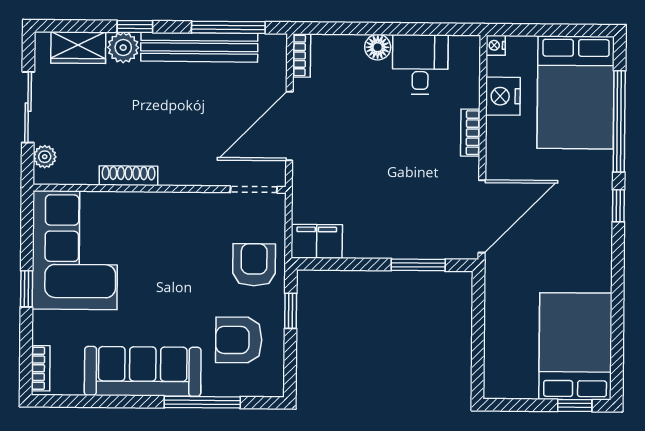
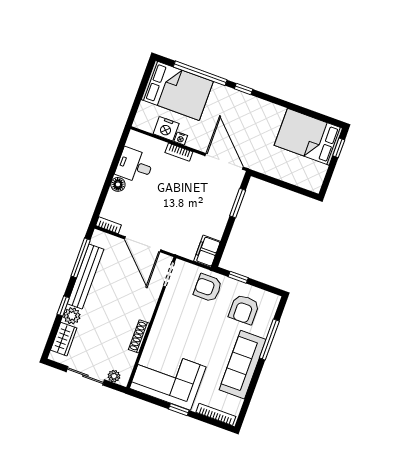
nightstand: (496, 45) -> (181, 138), moved
bookcase: (41, 368) -> (216, 414), width x1.56

